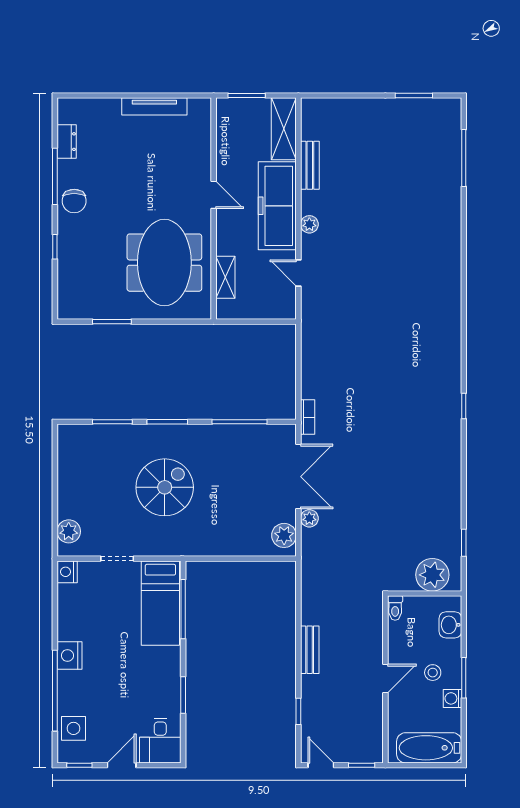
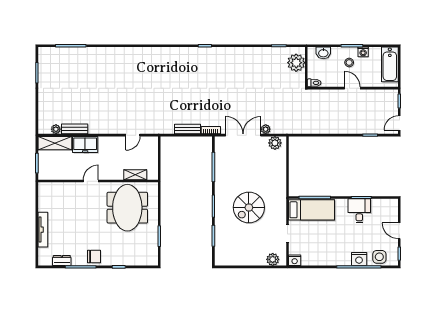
tv unit: (154, 106) -> (43, 230), moved
freezer: (277, 206) -> (85, 144), width x0.52, depth x0.79
plant: (309, 224) -> (56, 129), moved
meeting table: (164, 263) -> (127, 208), turned 90
spiral stairs: (165, 487) -> (249, 207), turned -90
bench: (310, 650) -> (188, 129), moved
nightstand: (69, 655) -> (359, 259), moved
desk: (160, 741) -> (359, 211), moved, turned -90

